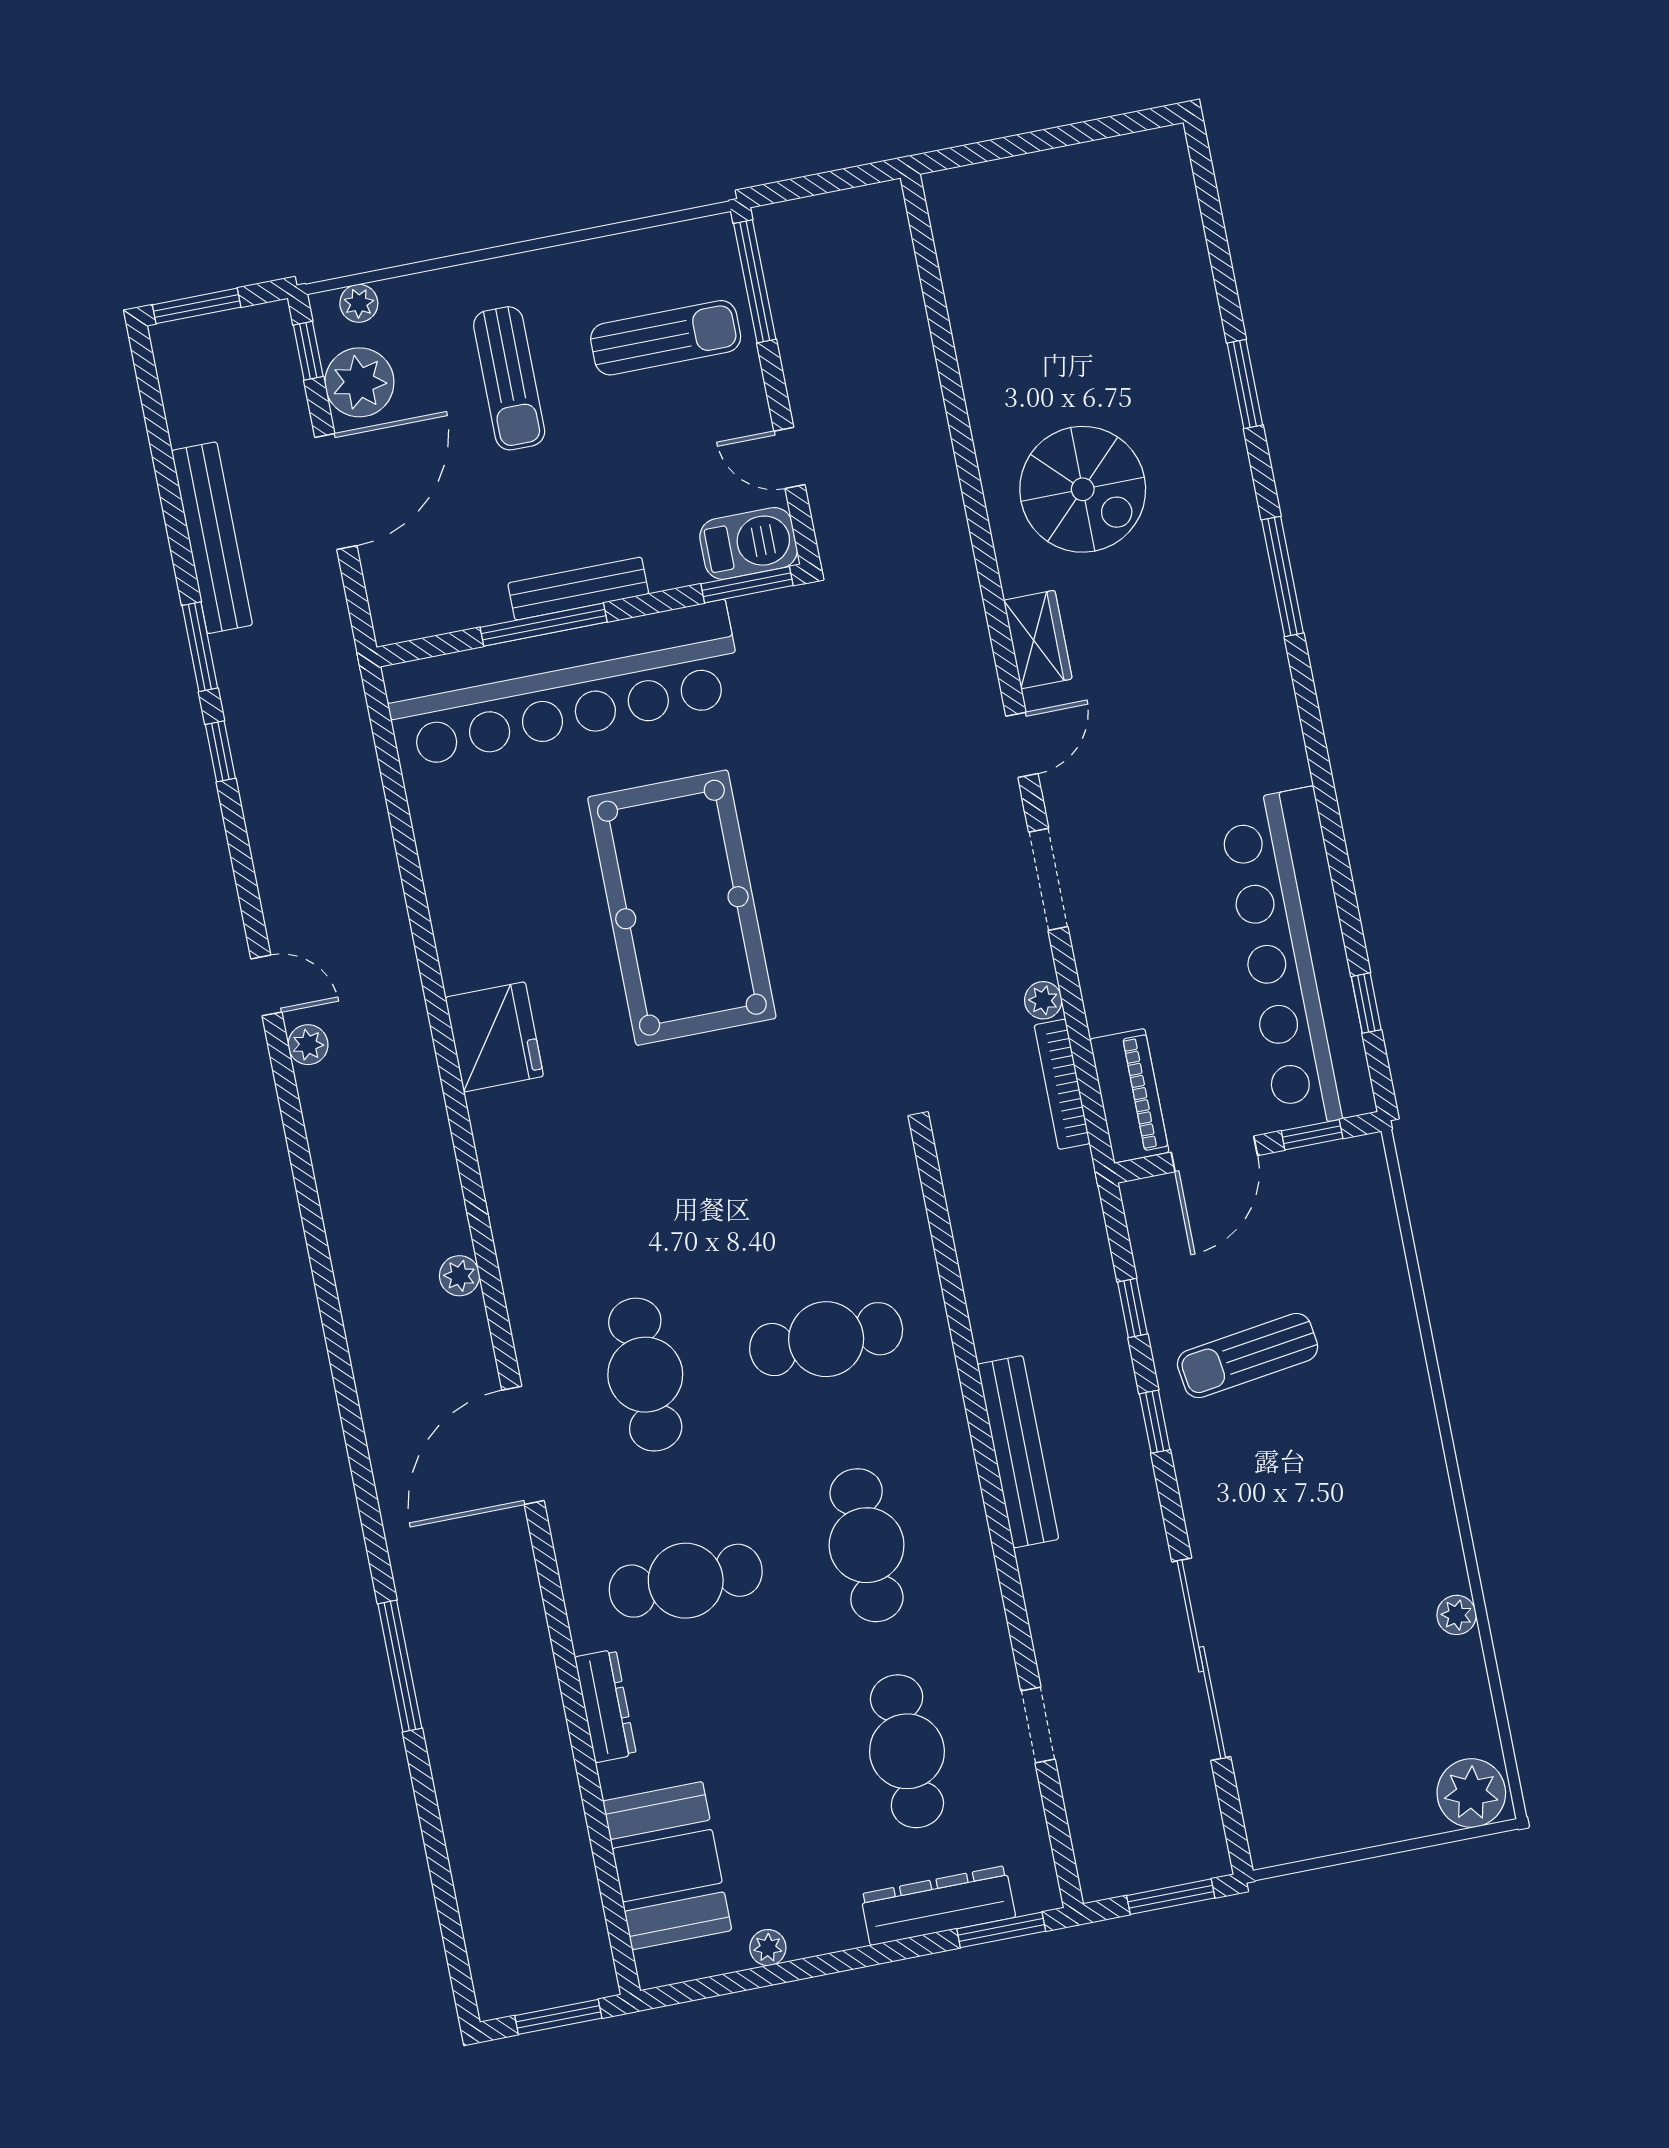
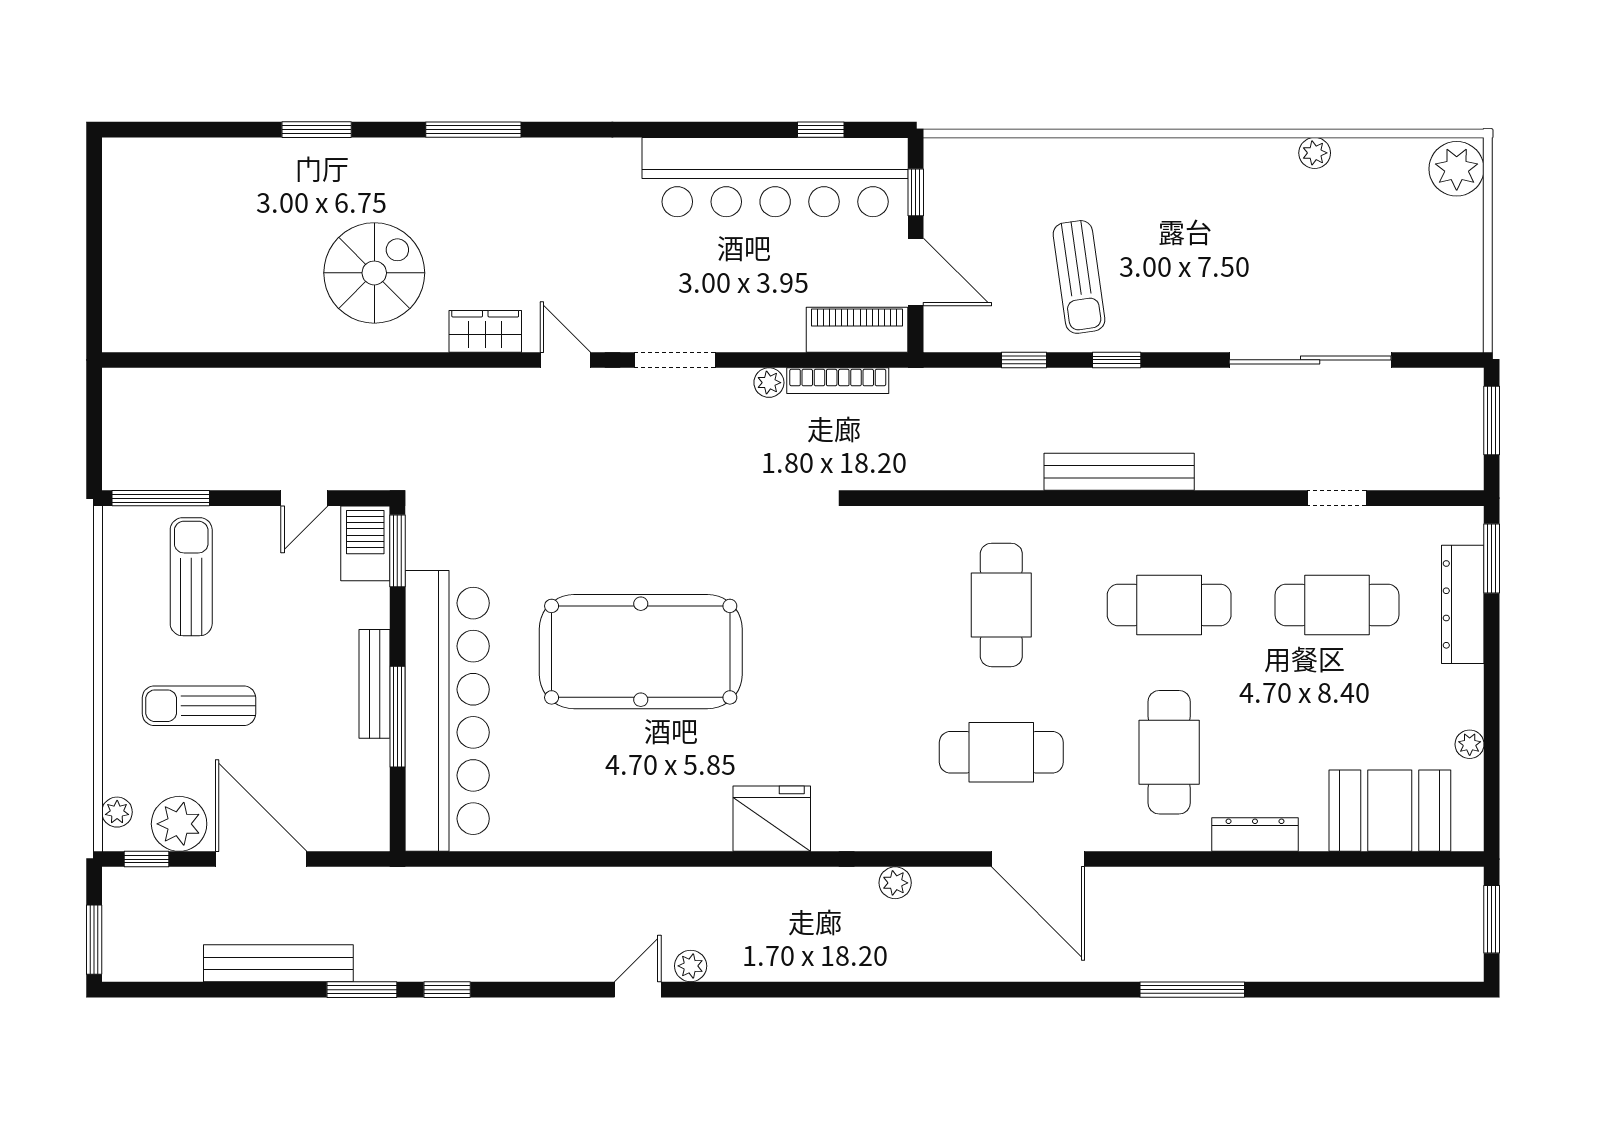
sun lounger: (509, 378) -> (199, 706), turned 180
fridge: (494, 1037) -> (772, 819), moved

